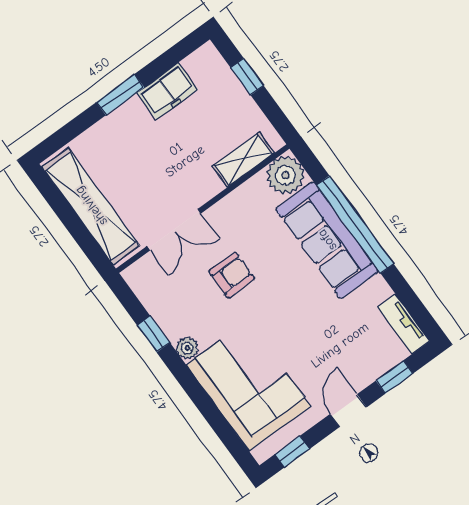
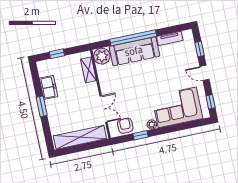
armchair: (232, 275) -> (125, 126), moved
tv unit: (404, 324) -> (170, 38), moved

